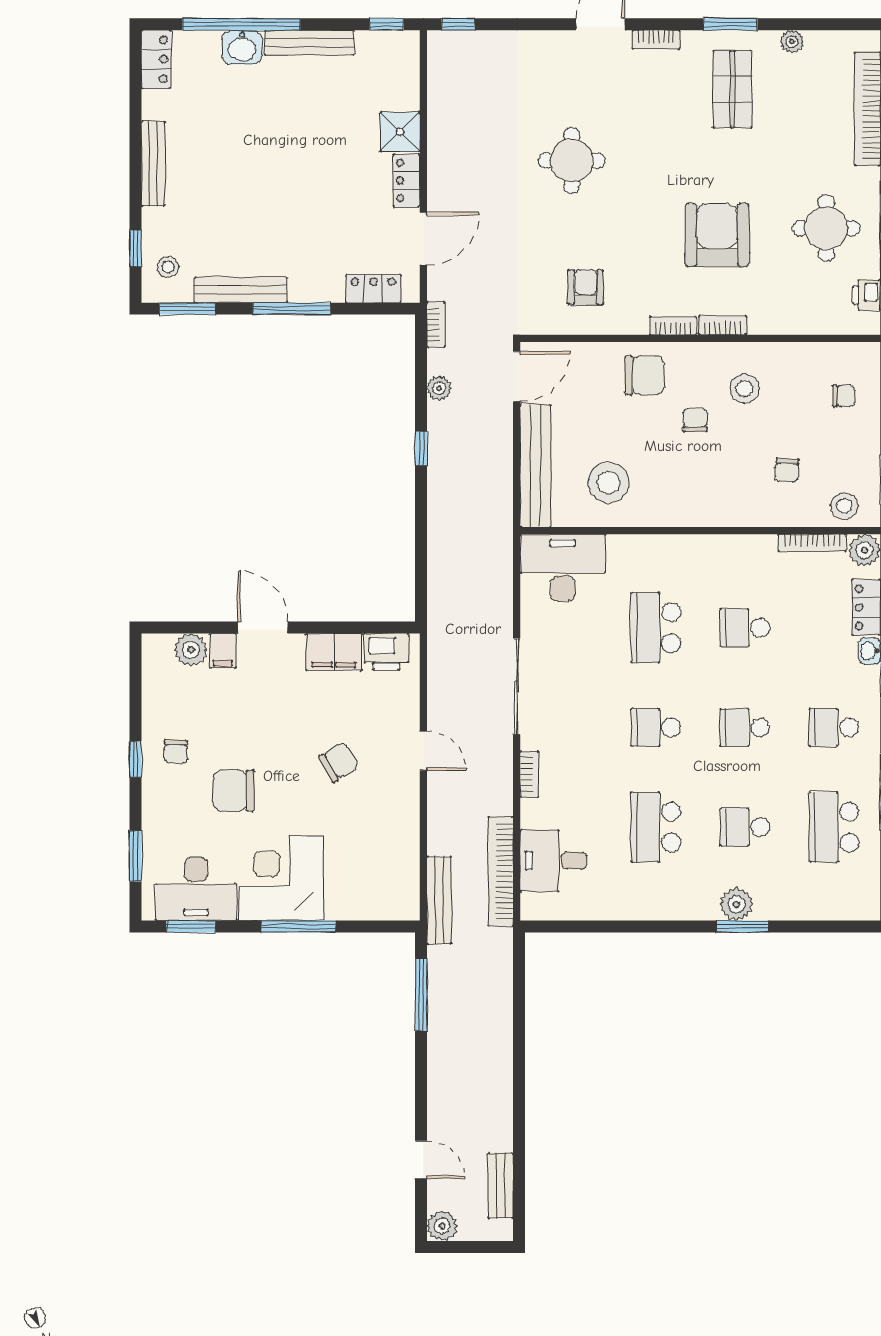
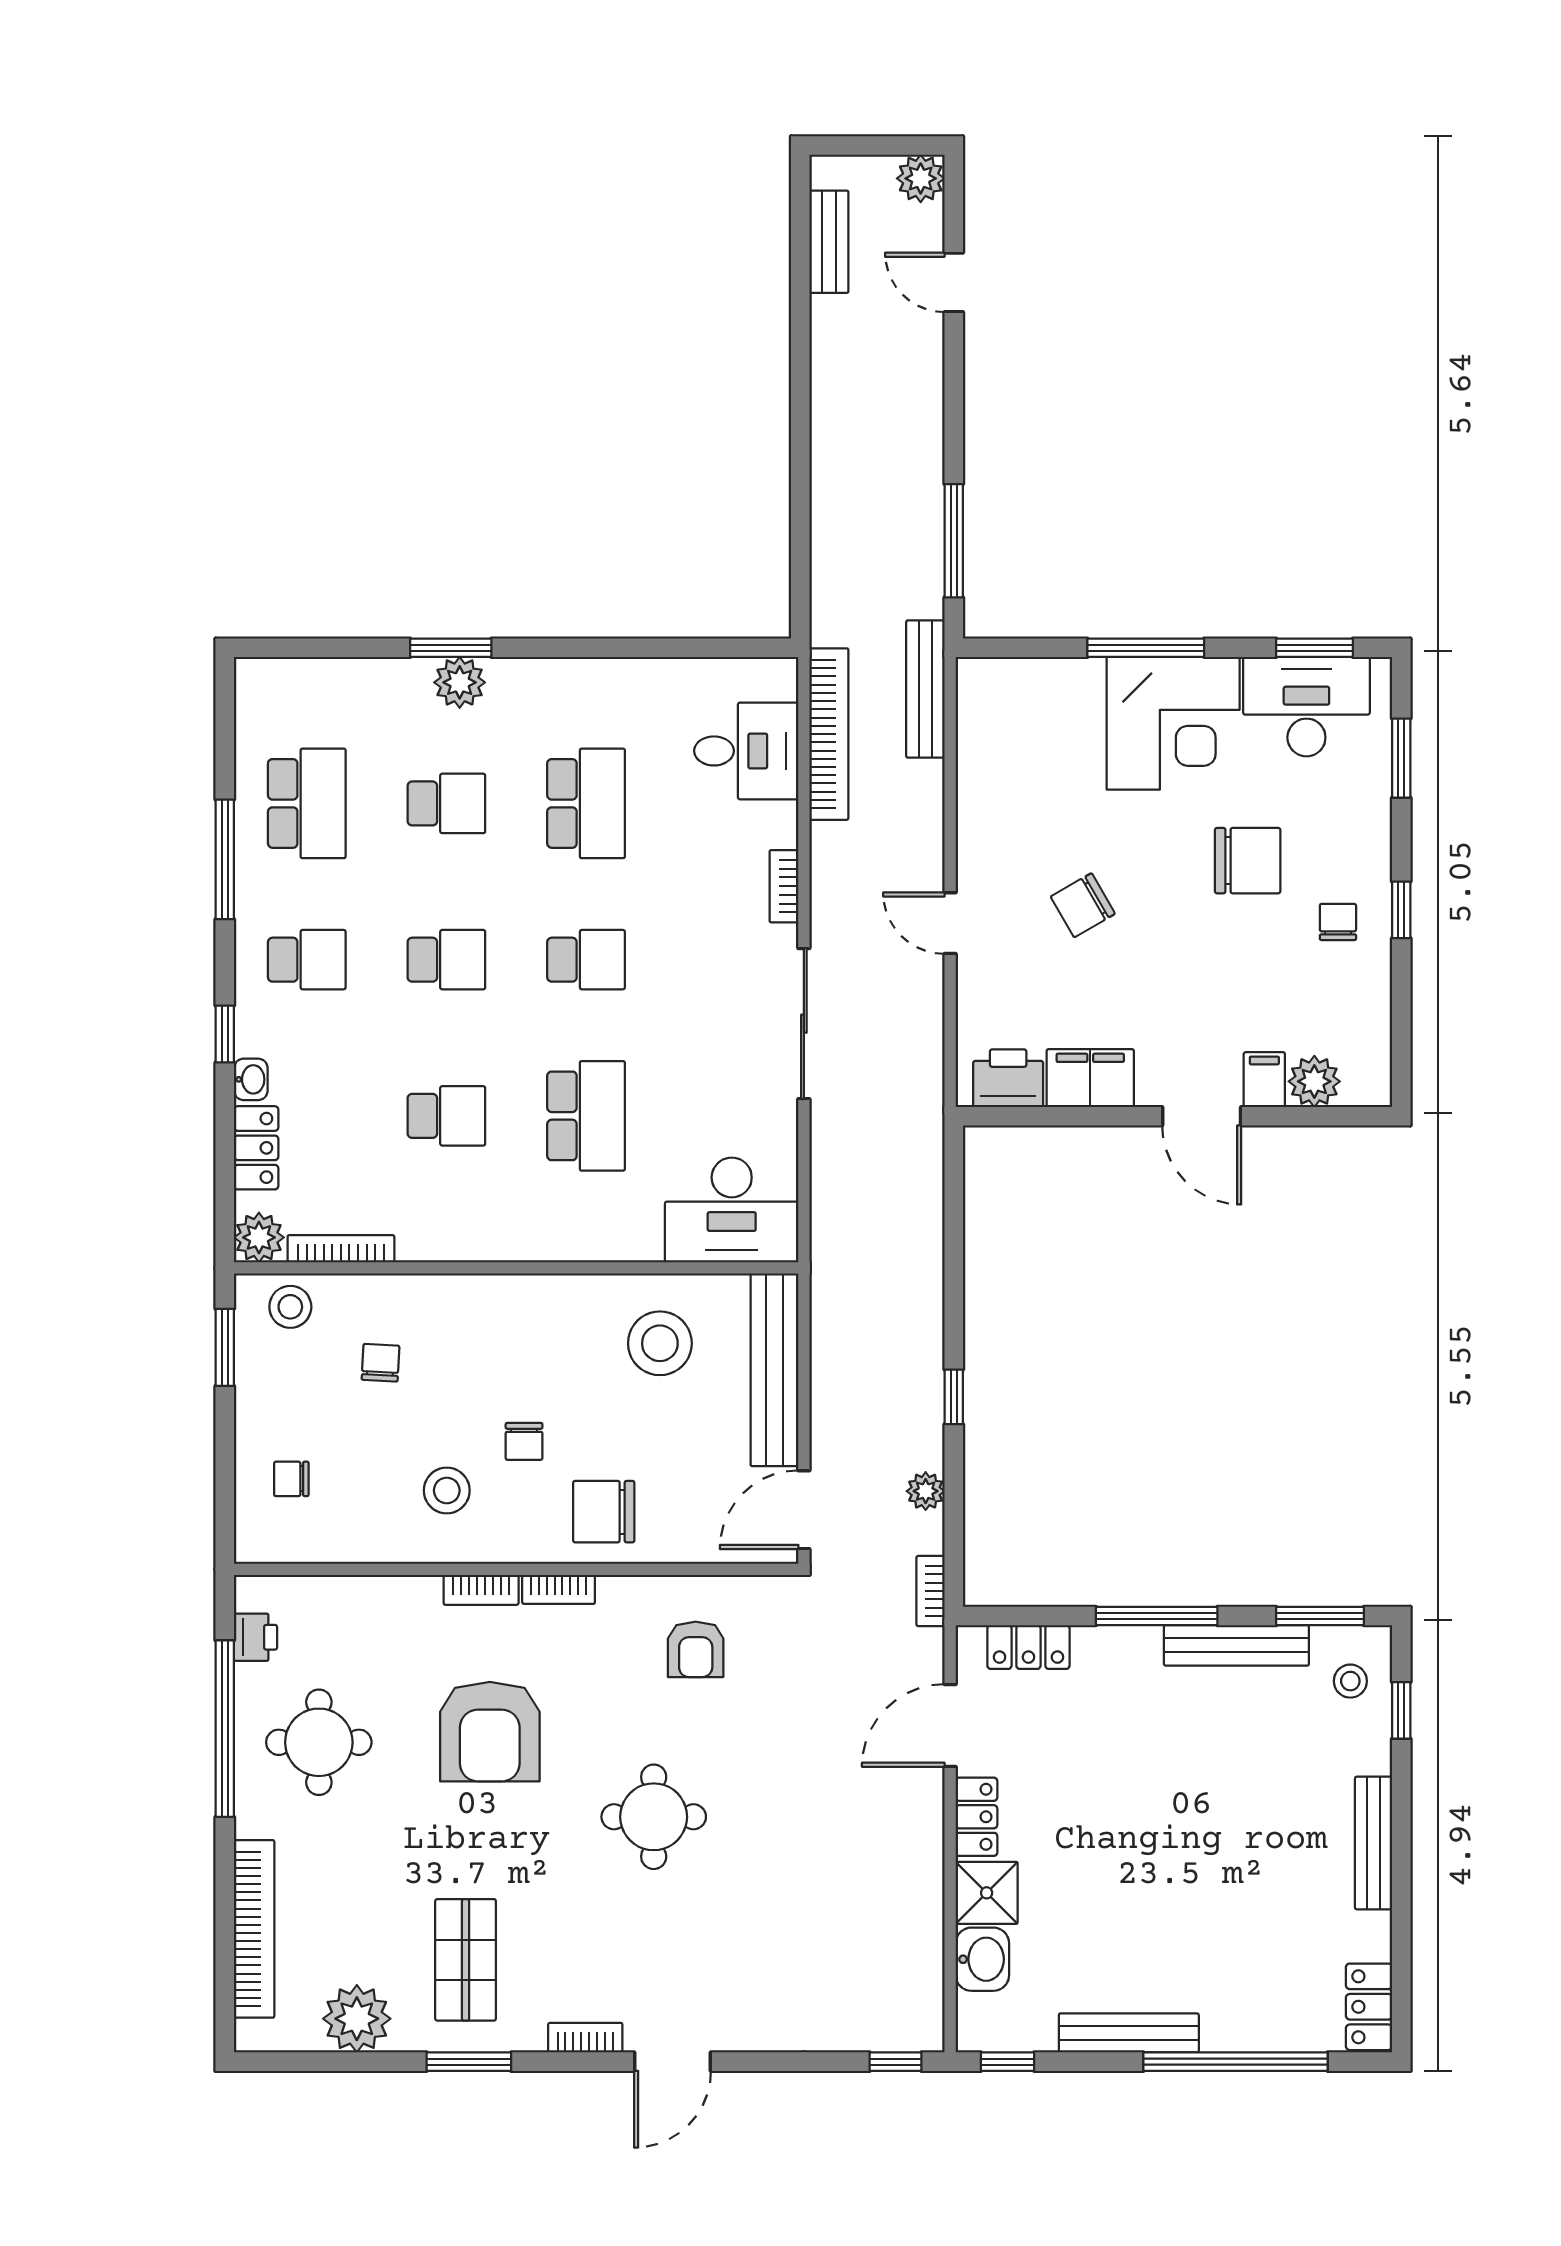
plant: (792, 42) -> (357, 2019), width x1.88, depth x1.88
washbasin: (242, 47) -> (982, 1959), moved, turned 90
round table: (572, 160) -> (654, 1817), moved

